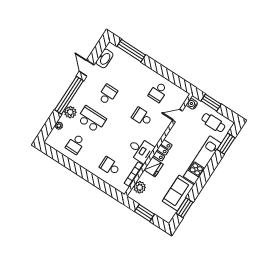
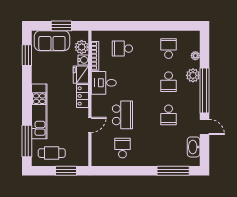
water cooler: (192, 104) -> (83, 60), moved
door: (177, 116) -> (90, 125), moved
school desk: (142, 117) -> (122, 115), width x1.85
school desk: (92, 119) -> (169, 82), width x0.54
window: (226, 144) -> (27, 141), width x1.44
school desk: (110, 166) -> (122, 49), turned 180
sofa: (178, 193) -> (52, 41), moved, turned 90

